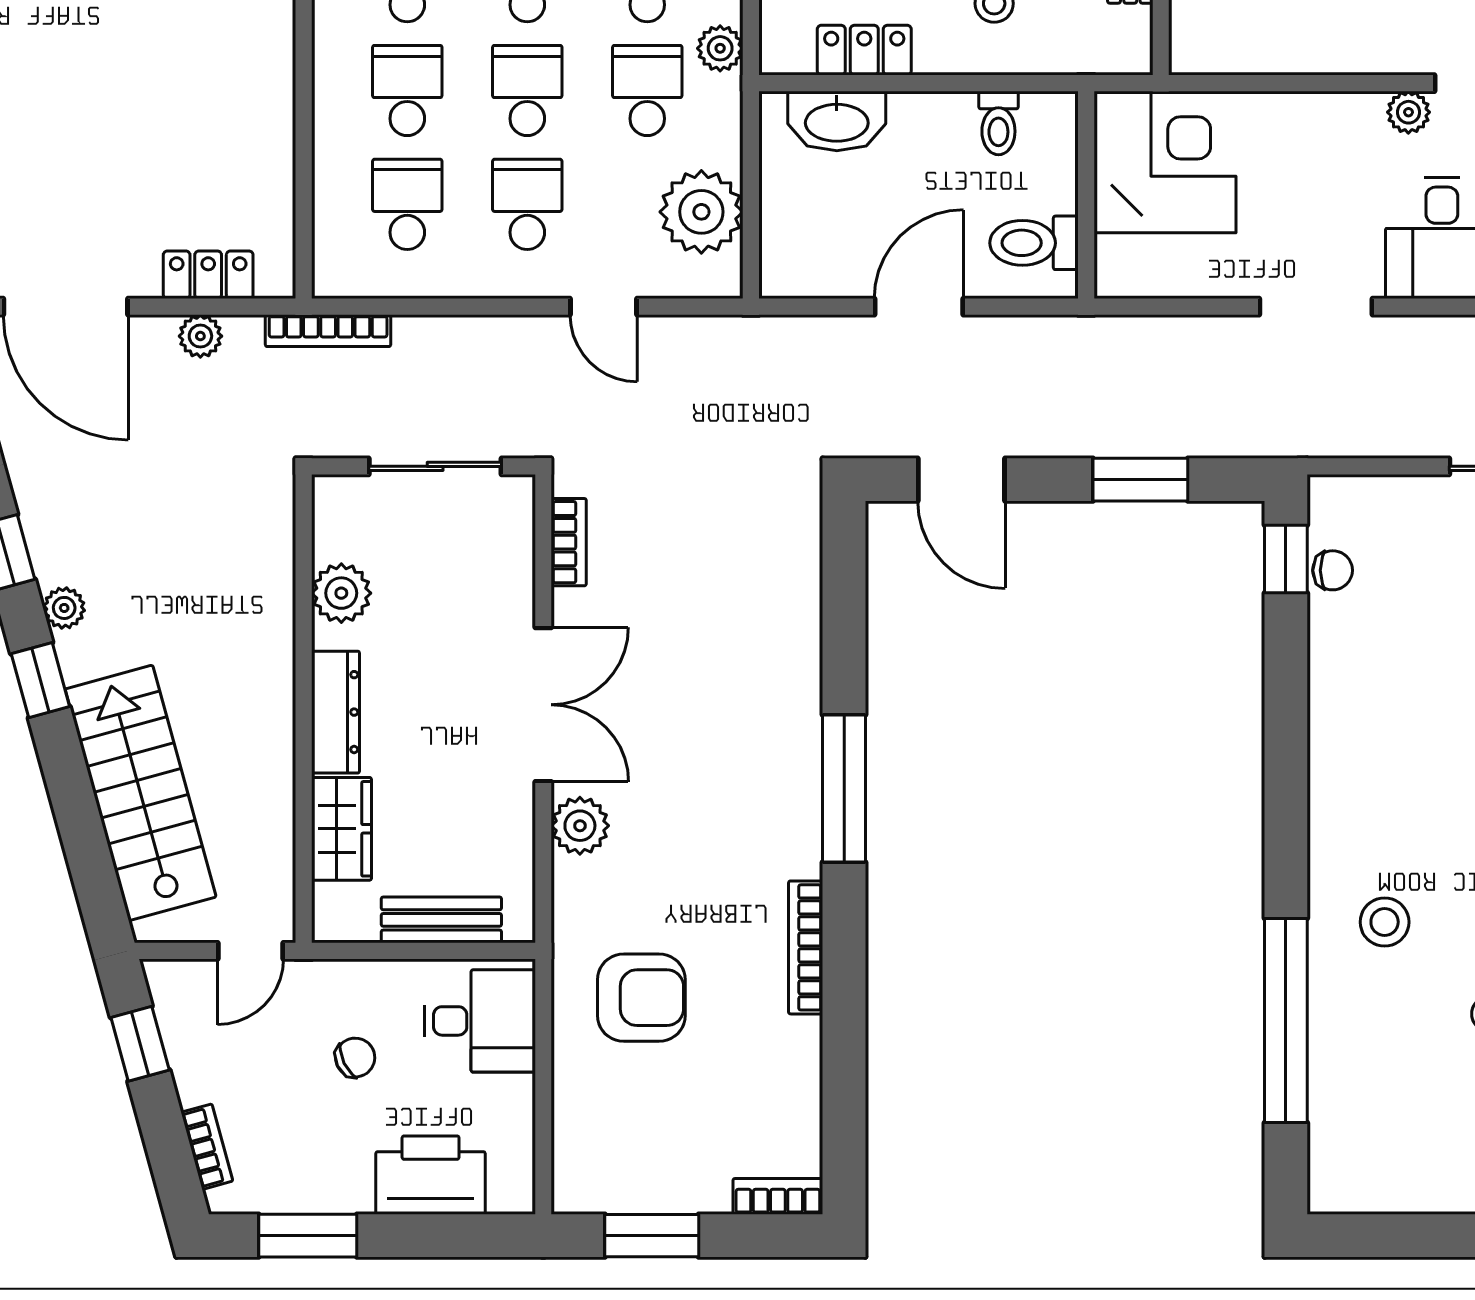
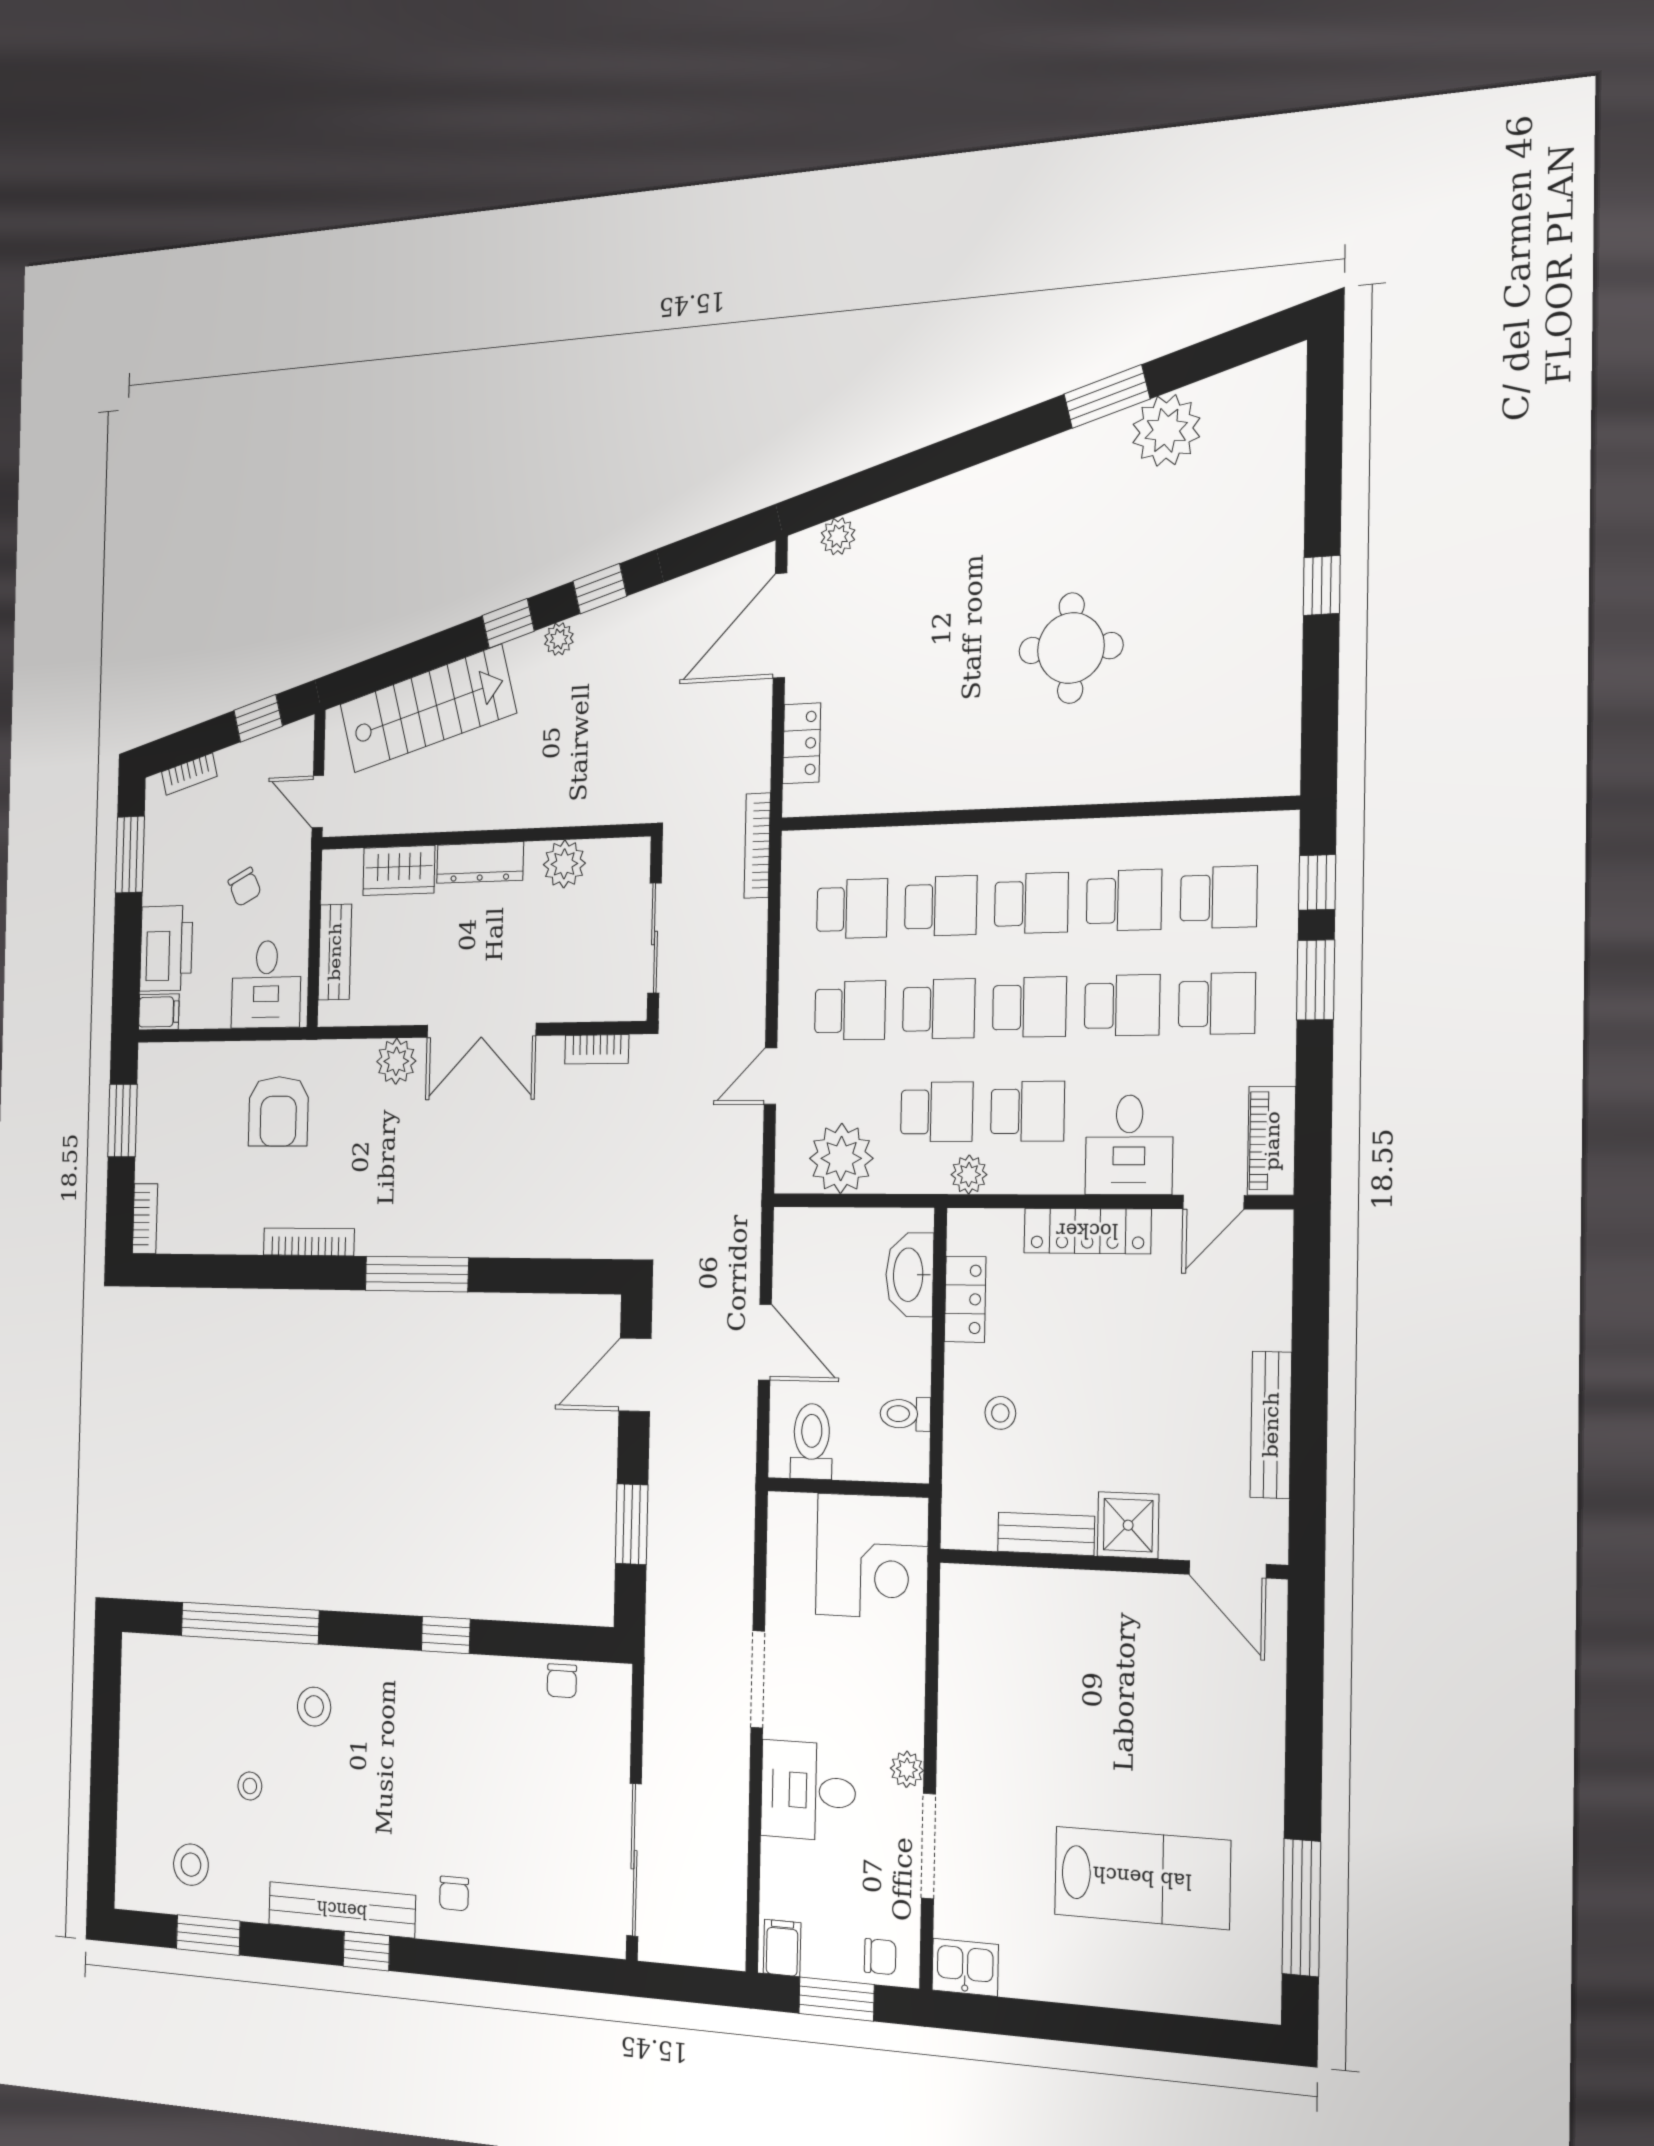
plant: (200, 336) -> (755, 739), removed
window: (1286, 559) -> (446, 1635), moved
filing cabinet: (512, 1184) -> (159, 1012), added

